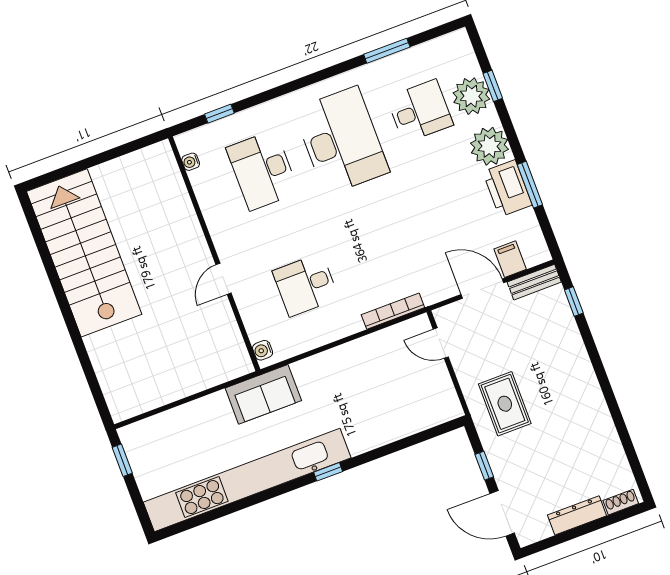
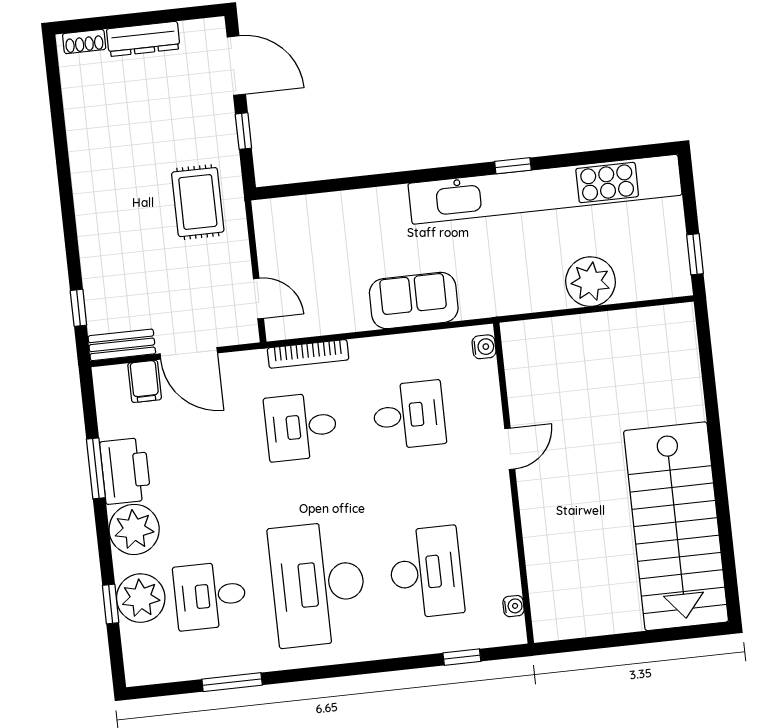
desk: (384, 255) -> (301, 427), added
sofa: (263, 394) -> (414, 300), moved
plant: (195, 420) -> (591, 282), added
window: (328, 472) -> (513, 166), moved

